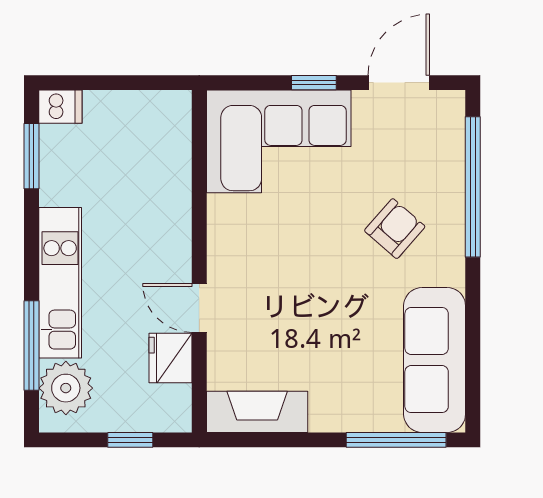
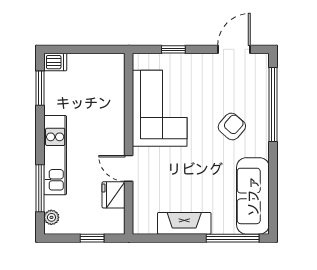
window: (314, 83) -> (173, 49), moved
corner sofa: (279, 141) -> (160, 108), moved, turned -90
plant: (66, 388) -> (51, 217), width x0.53, depth x0.53
fireplace: (257, 412) -> (184, 223), moved

